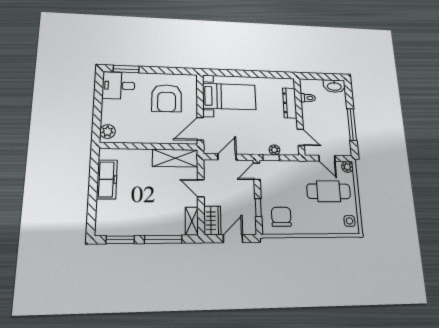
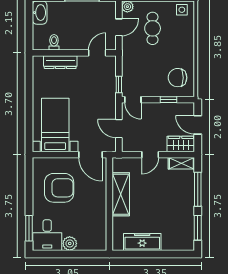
plant: (108, 132) -> (70, 243), moved
plant: (274, 150) -> (111, 81), removed
shelving: (175, 158) -> (121, 194), moved
cafe table: (329, 191) -> (153, 28), width x0.73, depth x0.74

